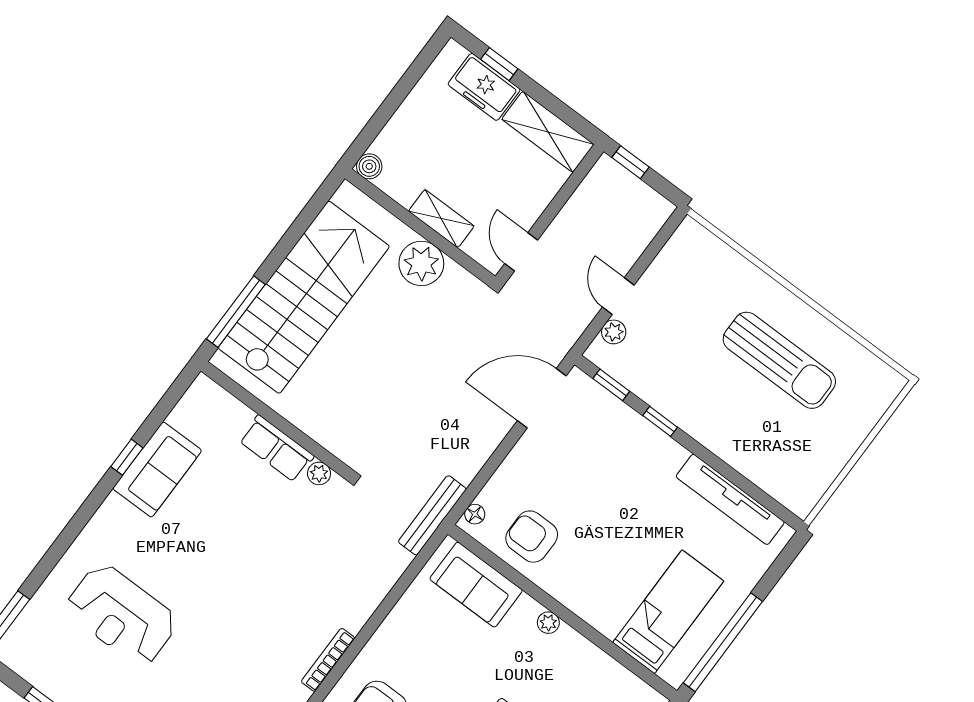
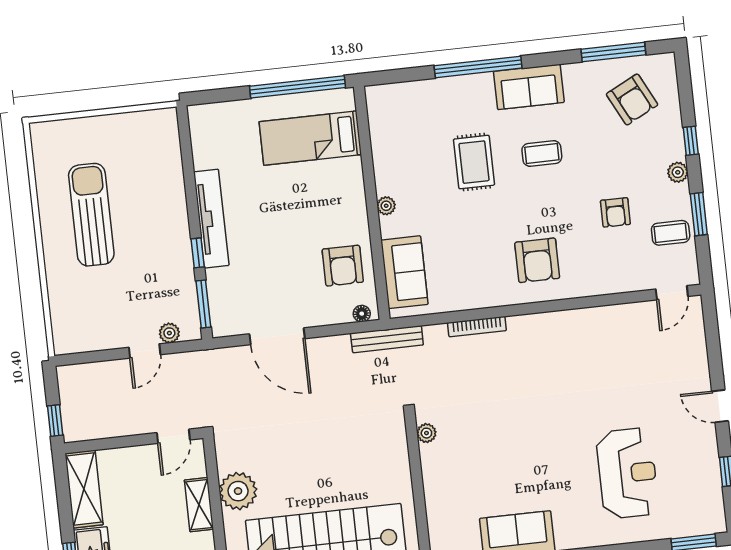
window: (611, 385) -> (203, 304), width x1.50
door: (542, 398) -> (277, 336), moved
row of seats: (276, 448) -> (436, 474), removed
tv unit: (730, 499) -> (211, 219), moved
bookcase: (328, 660) -> (477, 327), moved

